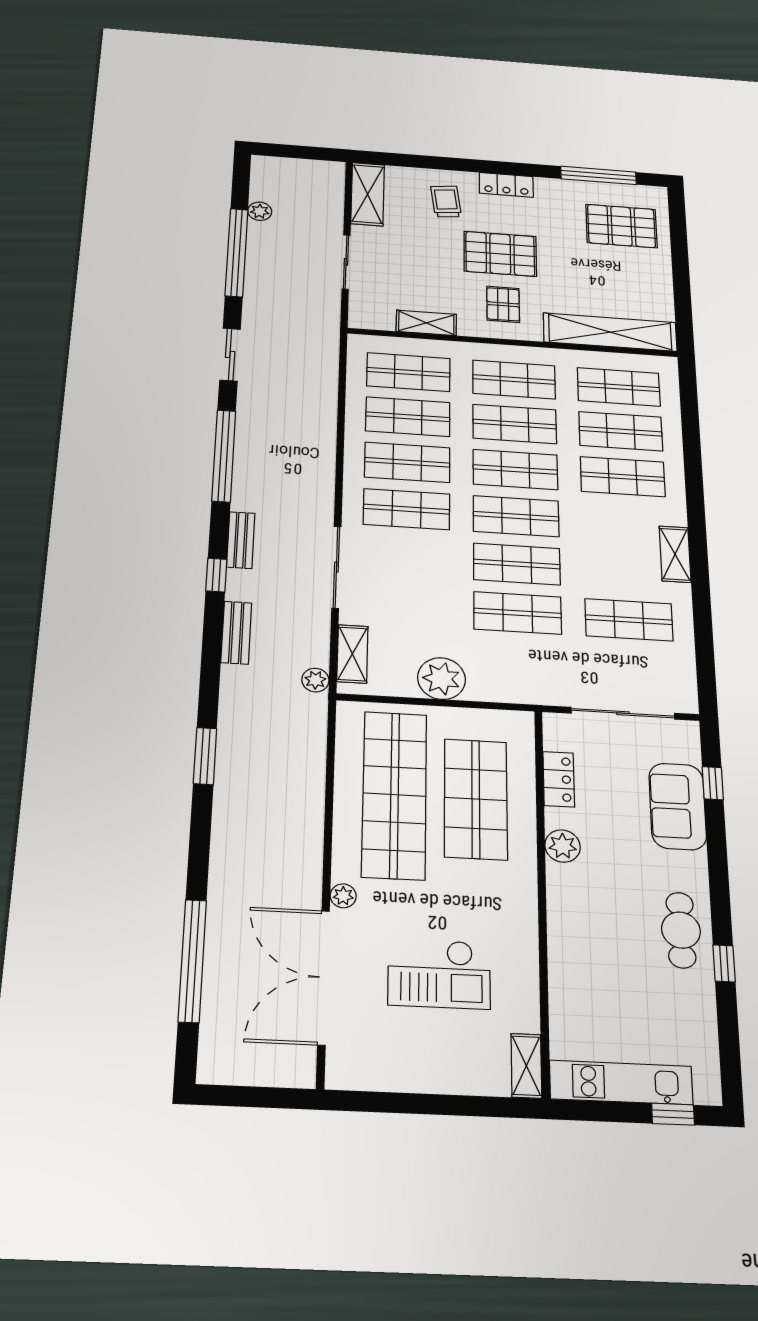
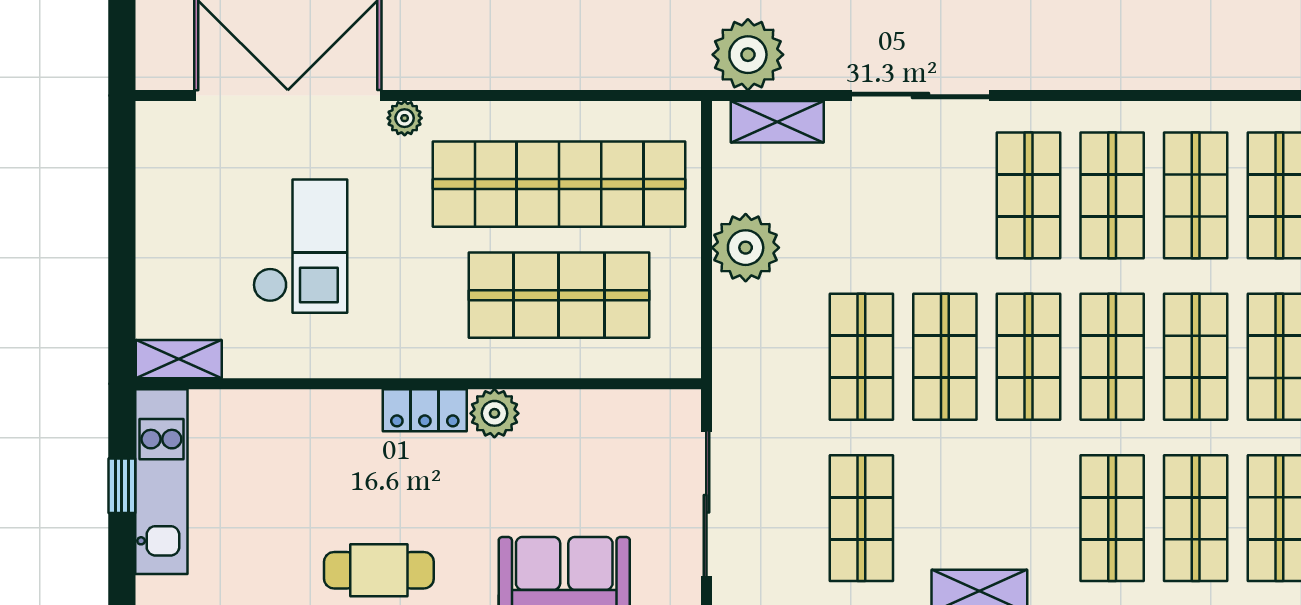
plant: (315, 680) -> (748, 55), width x1.88, depth x1.88
locker: (559, 779) -> (425, 410), moved
checkout: (439, 974) -> (300, 246), turned 180
window: (673, 1114) -> (122, 486), moved

